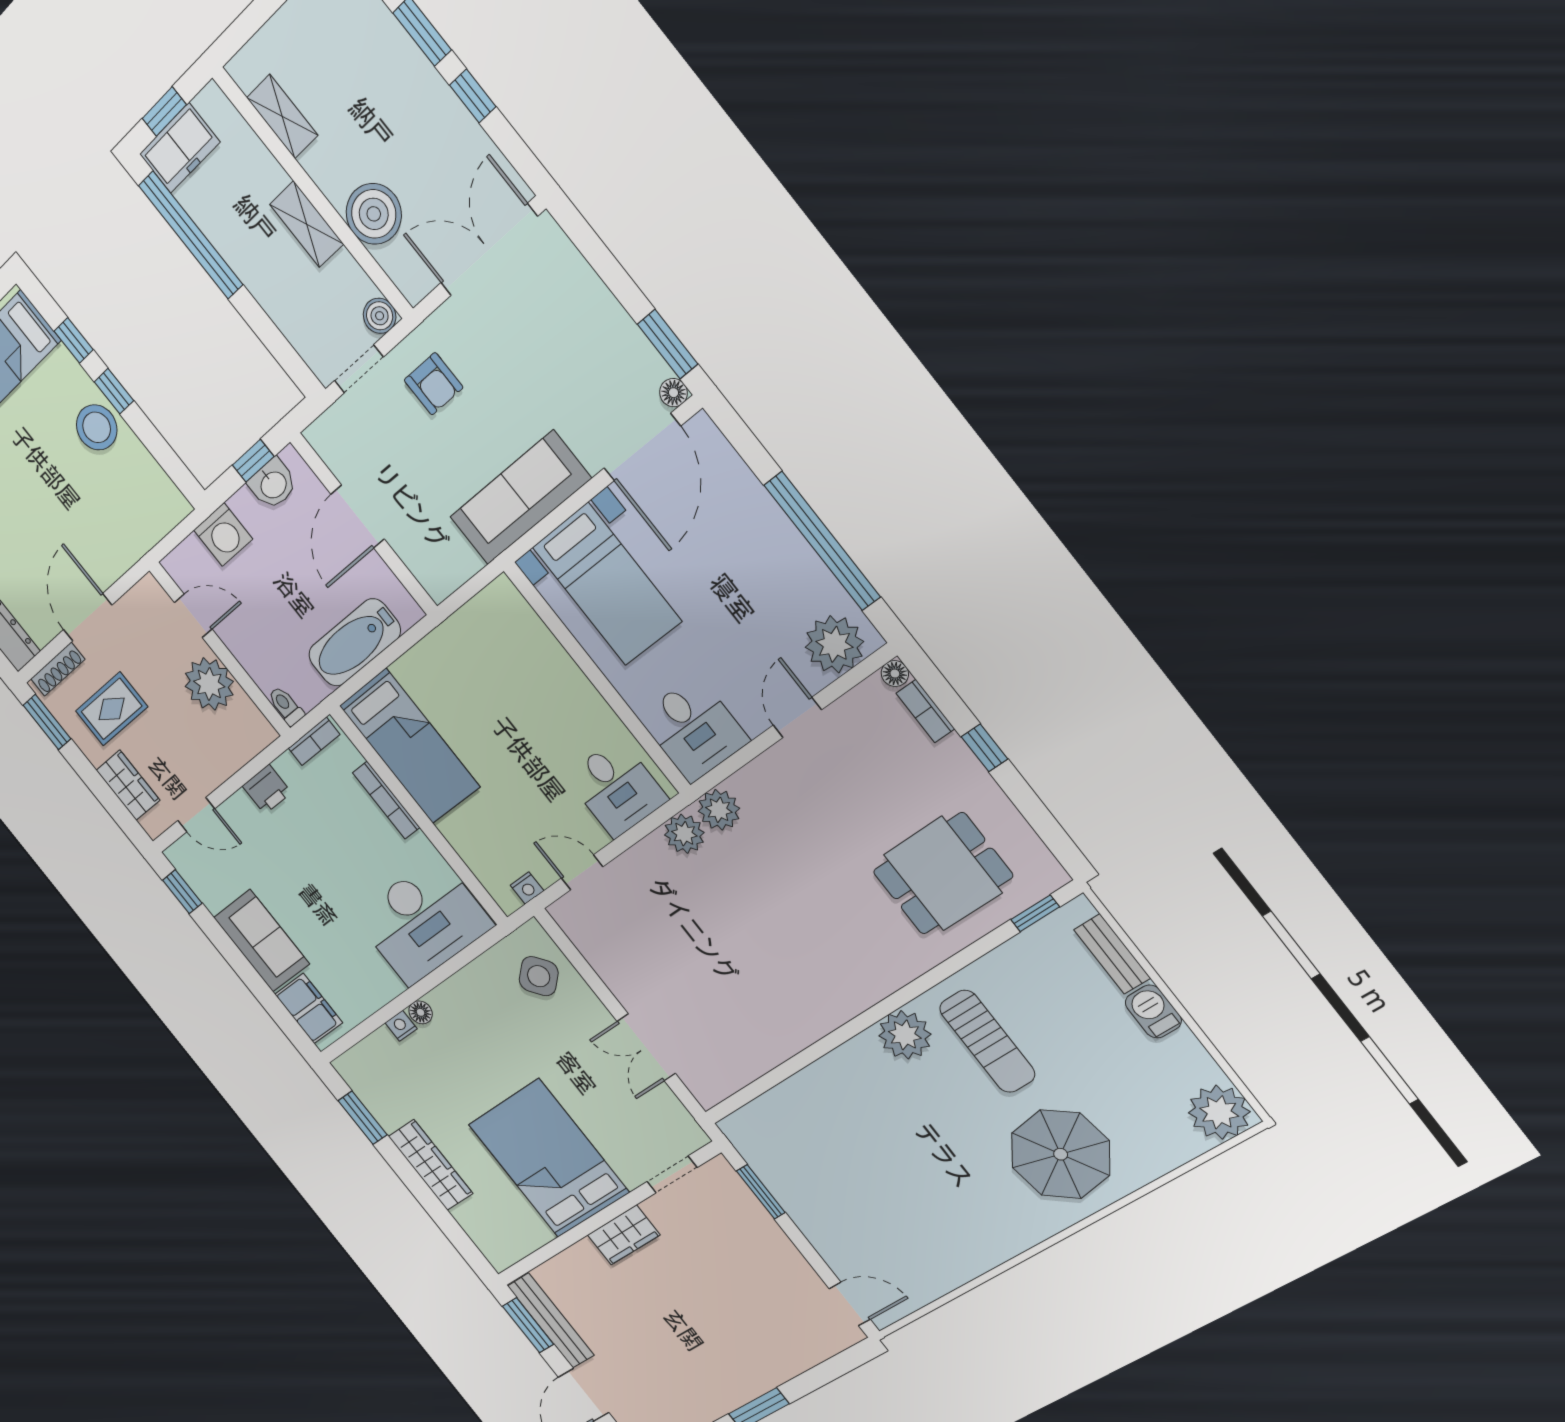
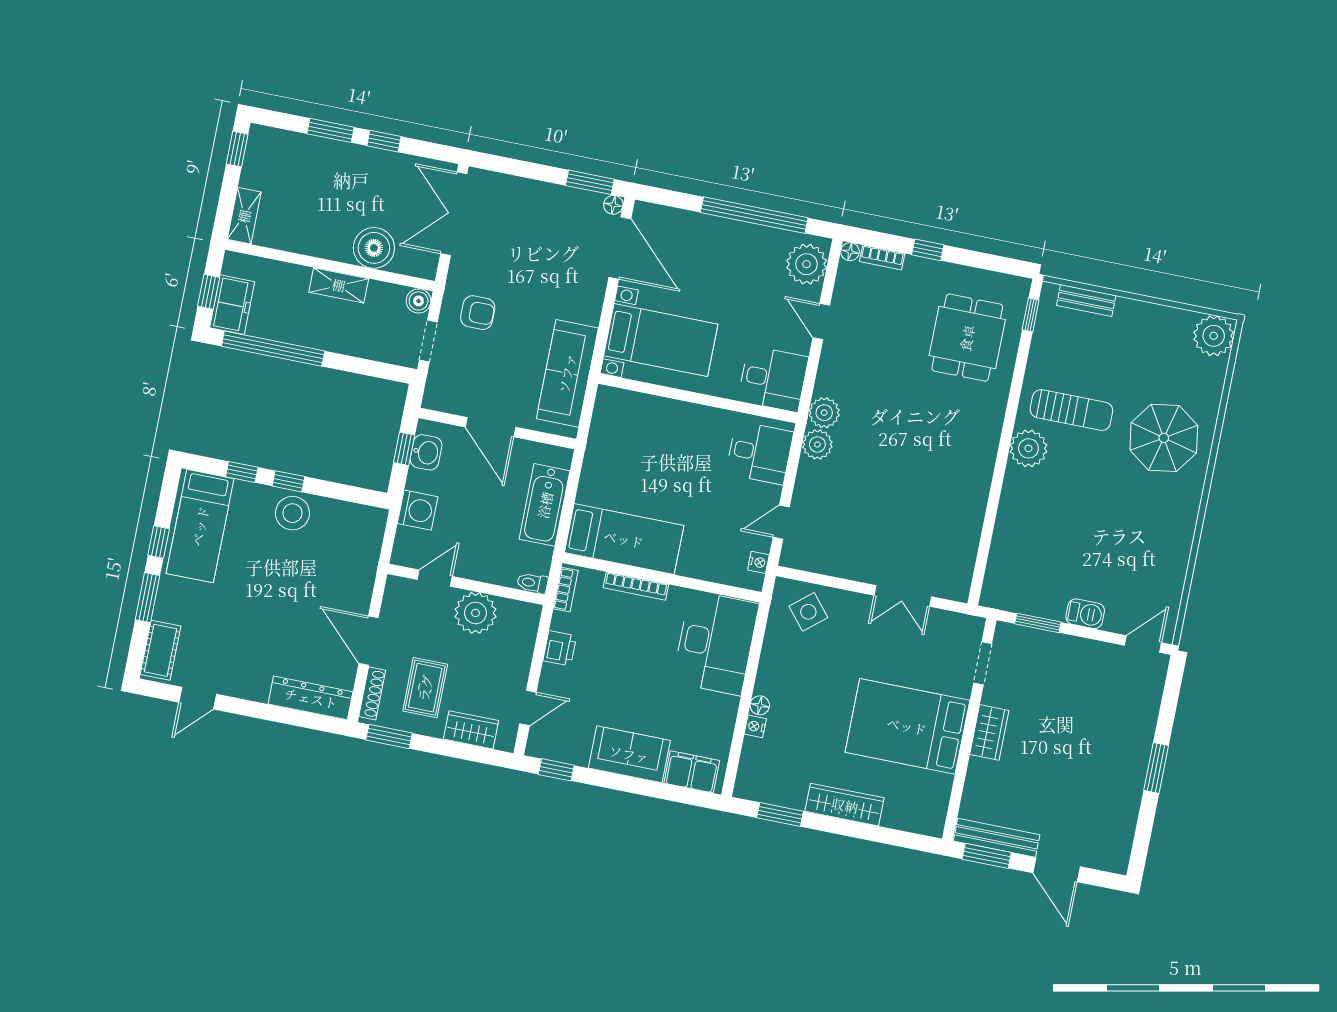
shelving: (282, 116) -> (244, 216), moved, turned 90
sofa: (520, 498) -> (567, 373), moved
barbecue: (1153, 1012) -> (1085, 614), moved, turned 180

